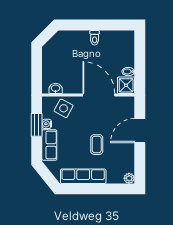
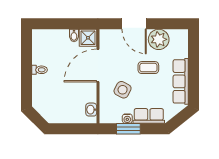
side table: (64, 108) -> (123, 90), moved
plant: (129, 178) -> (159, 39), moved, width x1.87, depth x1.87

